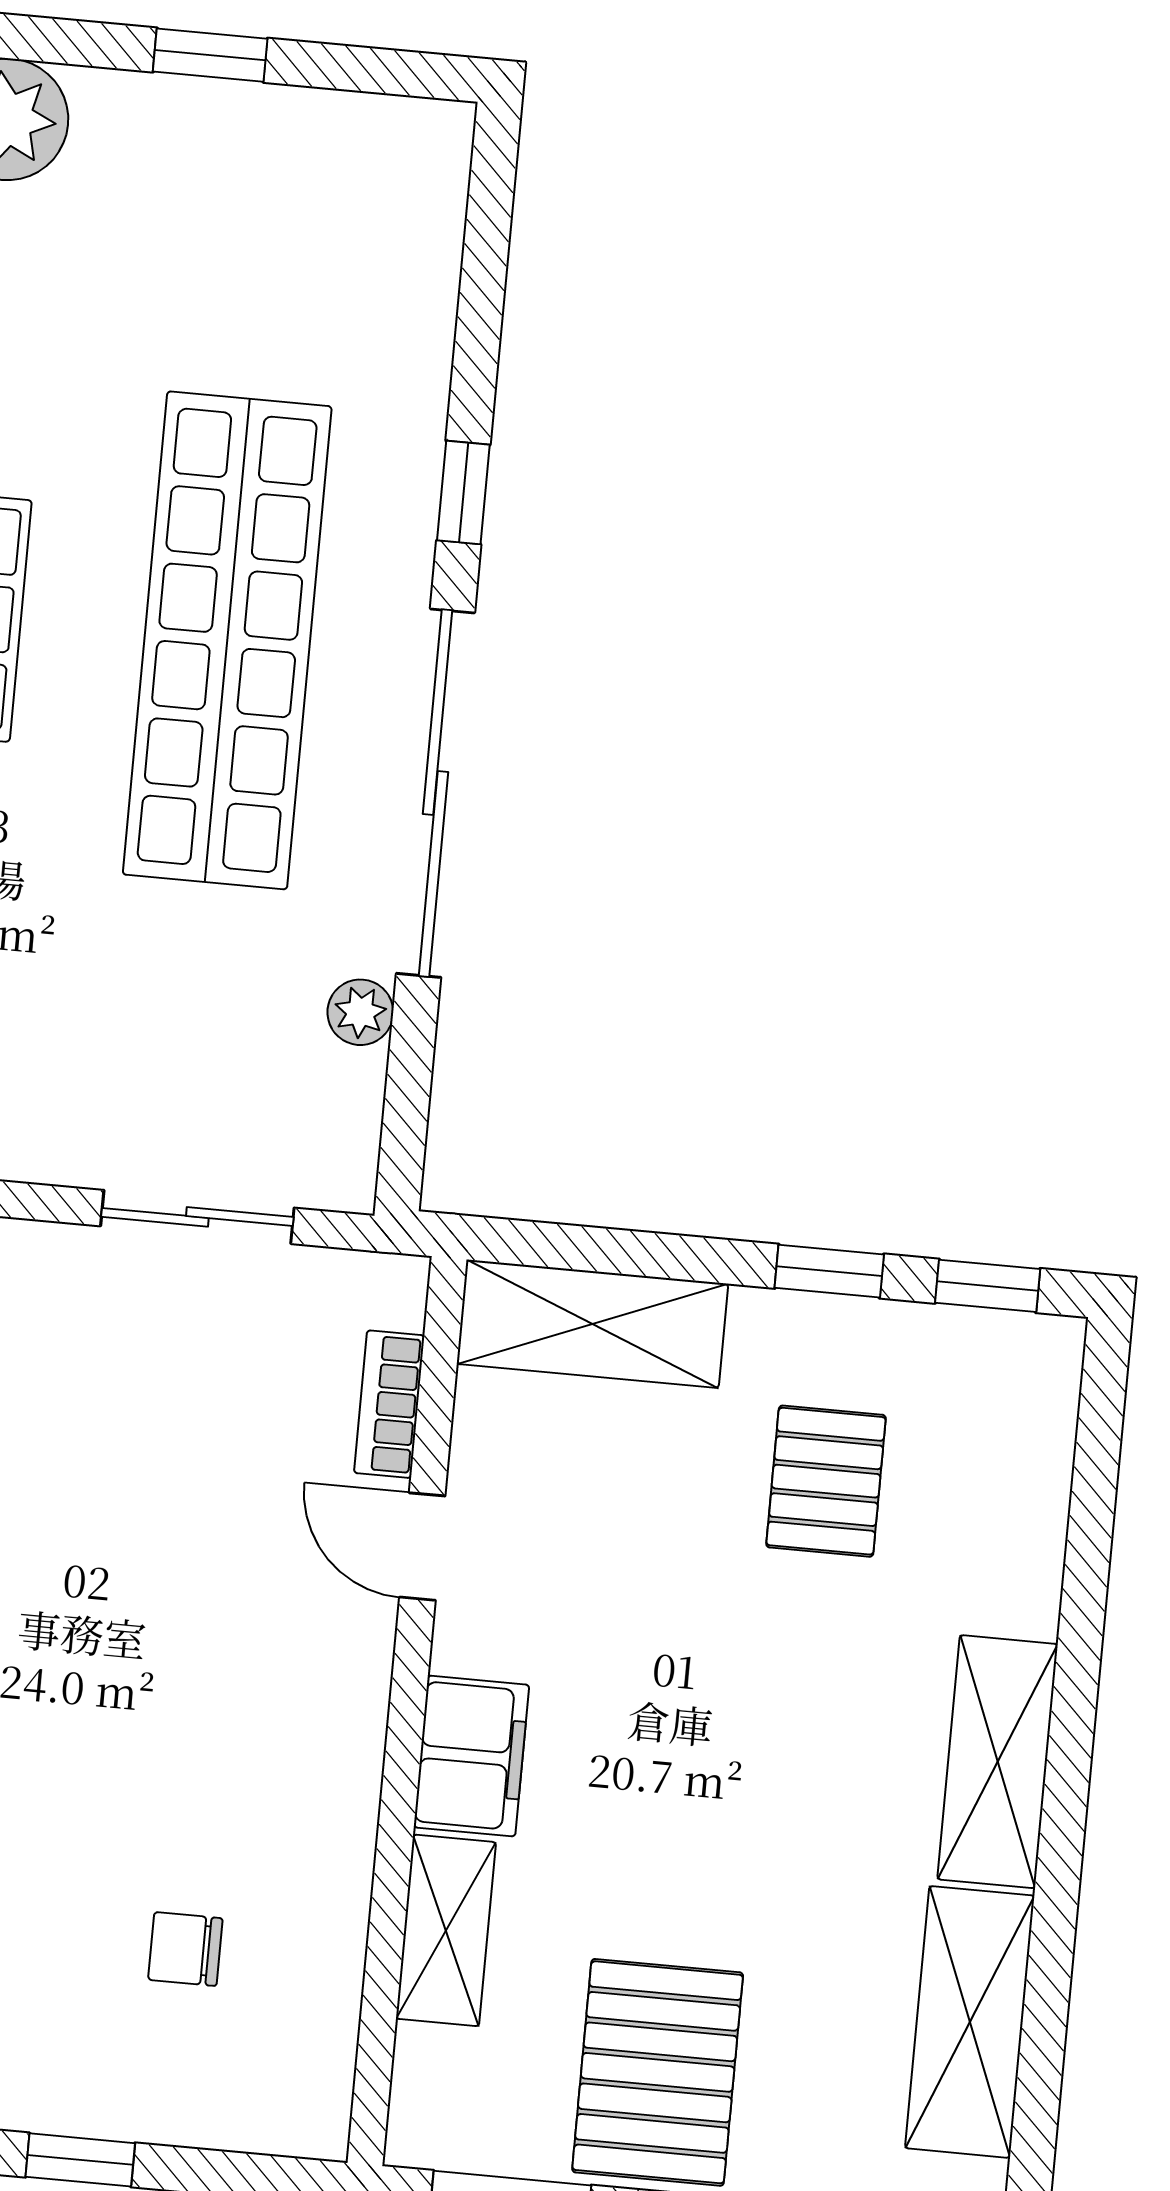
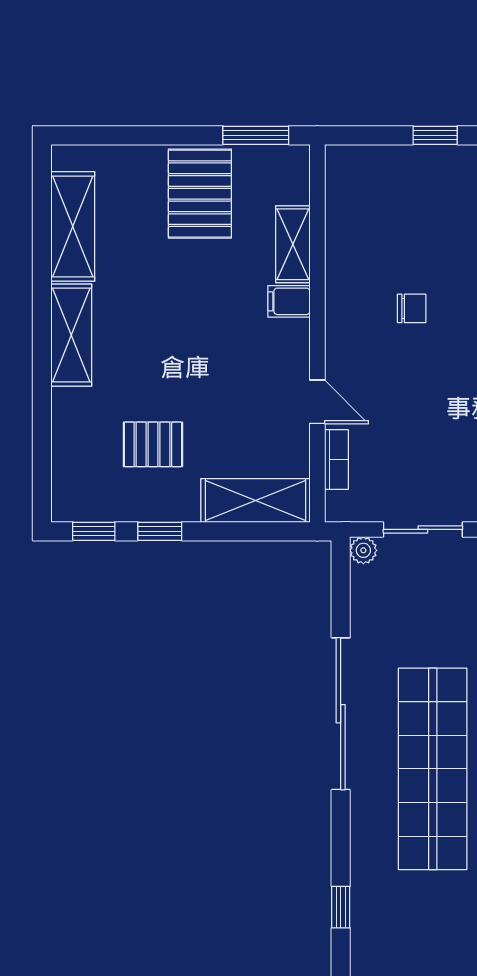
window: (463, 493) -> (341, 907), moved
plant: (360, 1012) -> (363, 550), moved
pallet: (826, 1481) -> (153, 444), turned 90
filing cabinet: (471, 1756) -> (289, 301), width x0.50
chair: (185, 1949) -> (412, 308), moved

